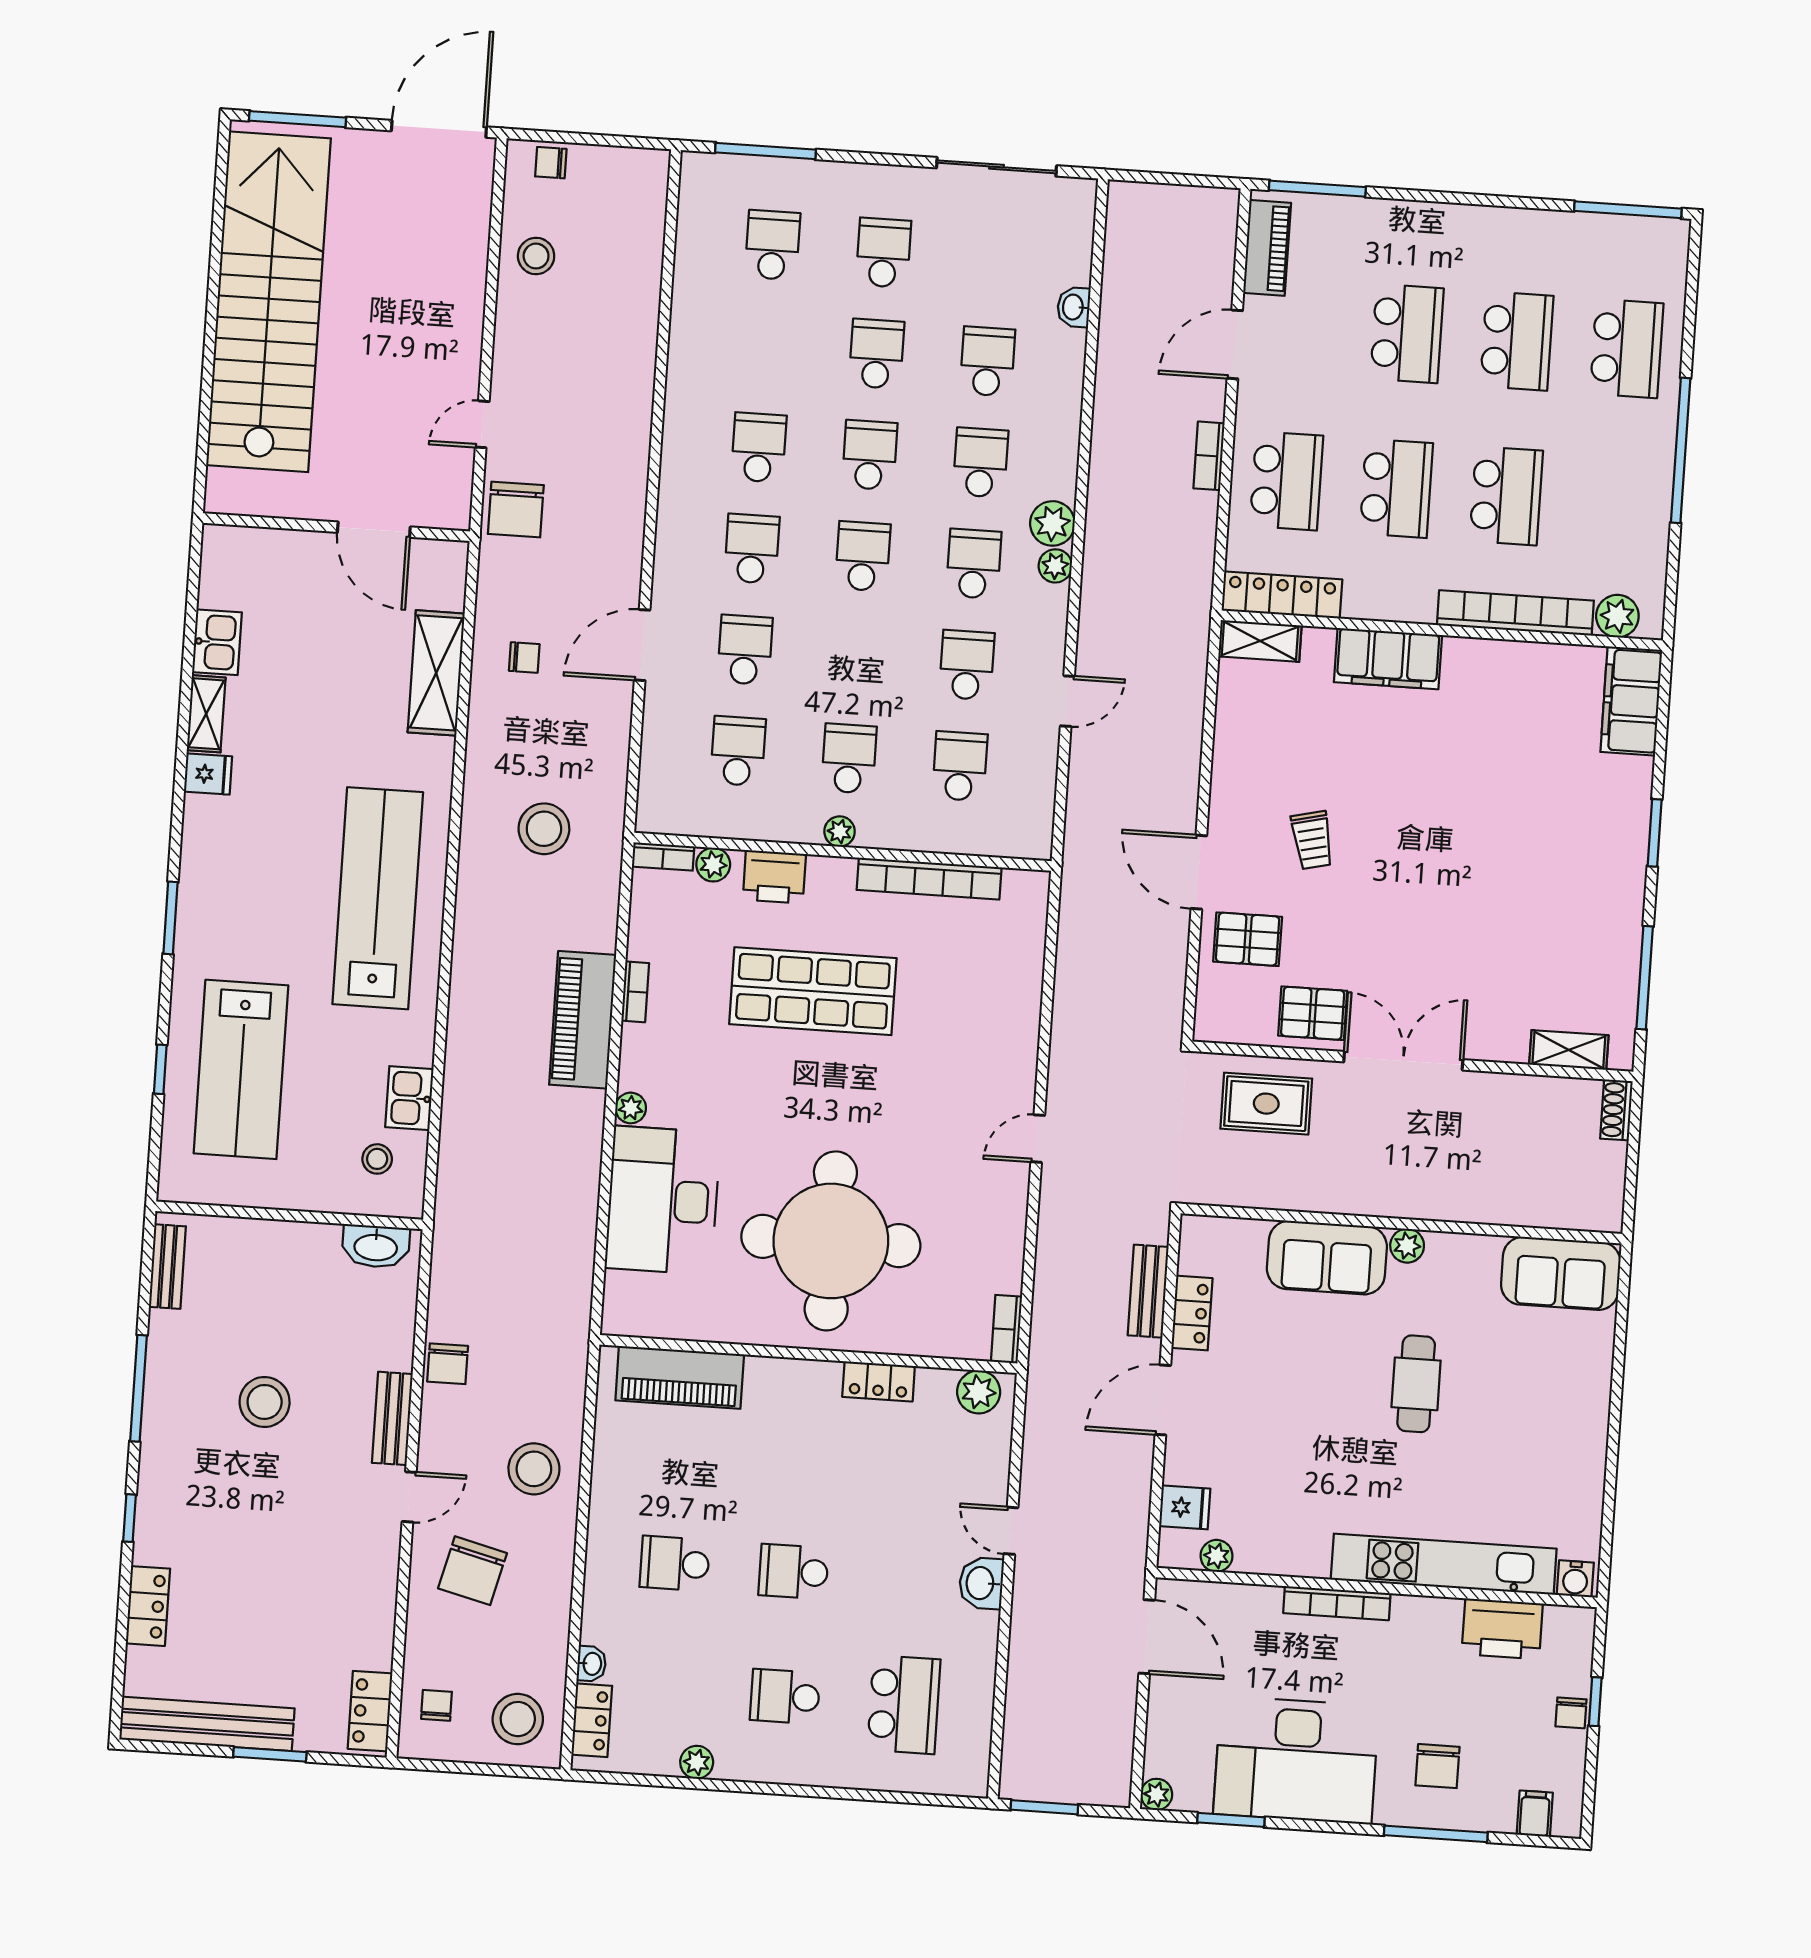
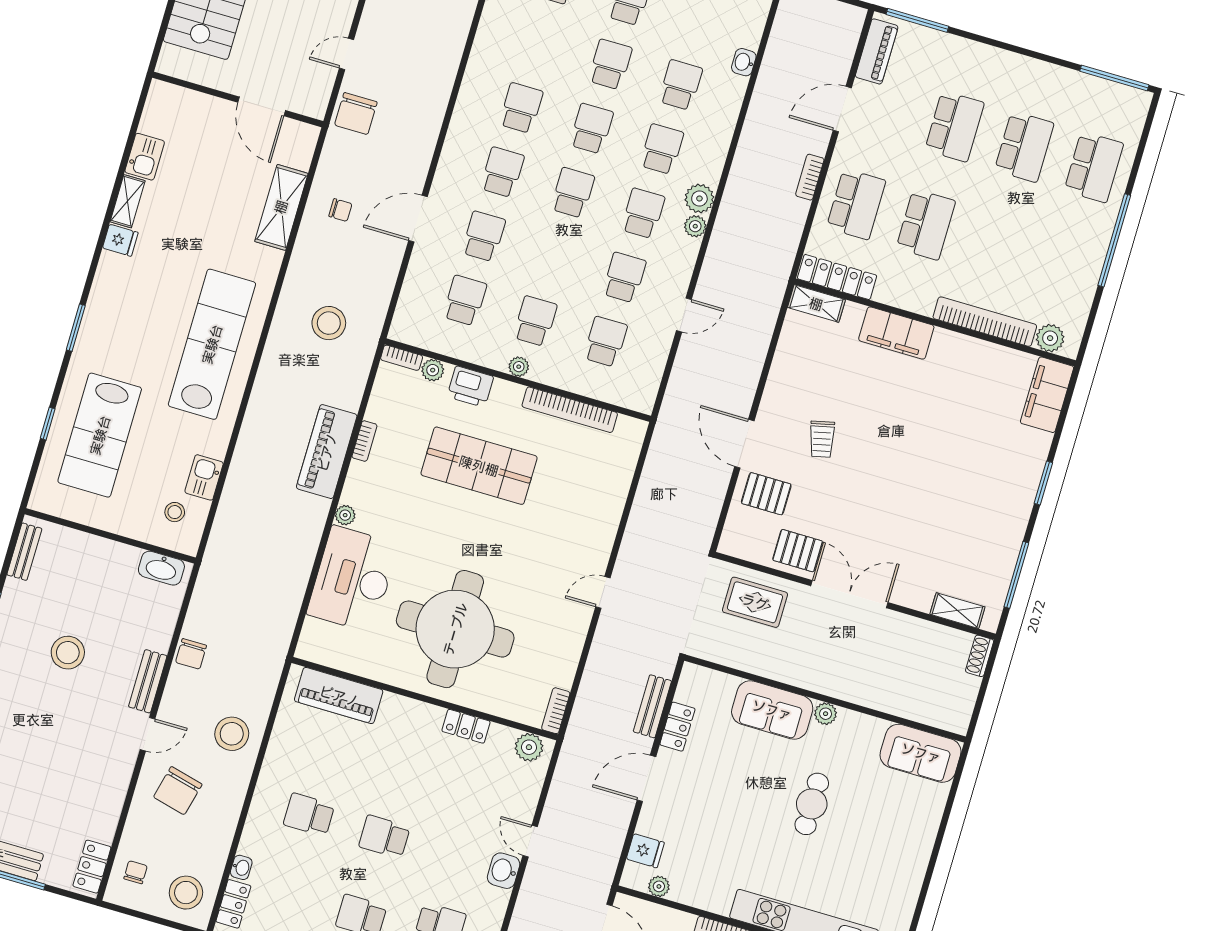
school desk: (1506, 496) -> (995, 245), removed

